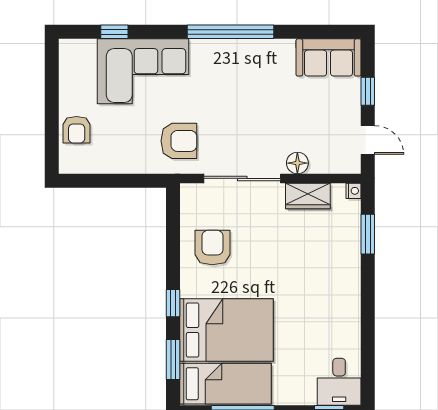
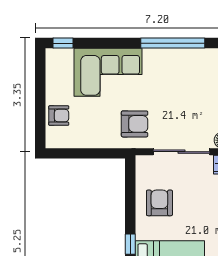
window: (114, 32) -> (63, 43), moved
armchair: (77, 130) -> (59, 116), turned -90

